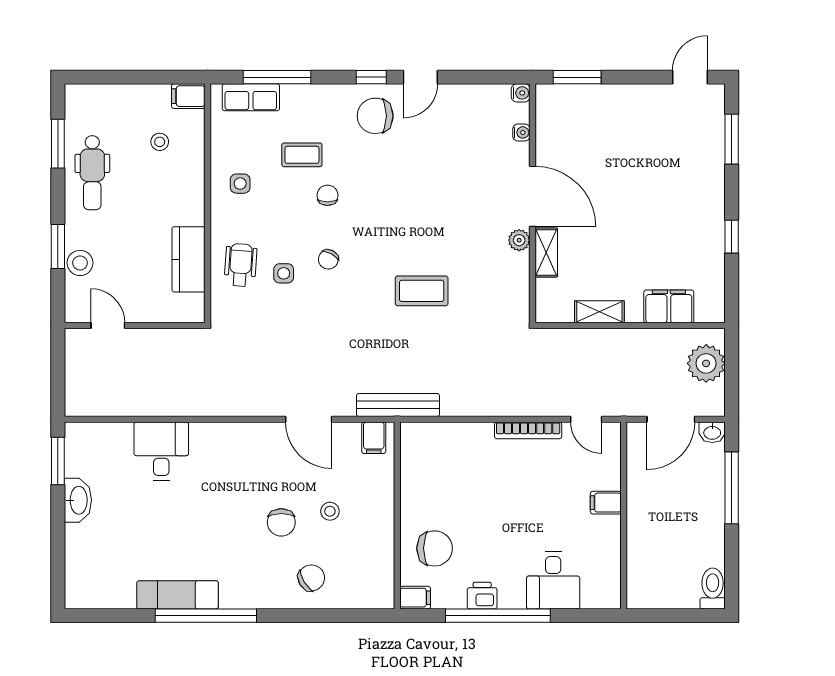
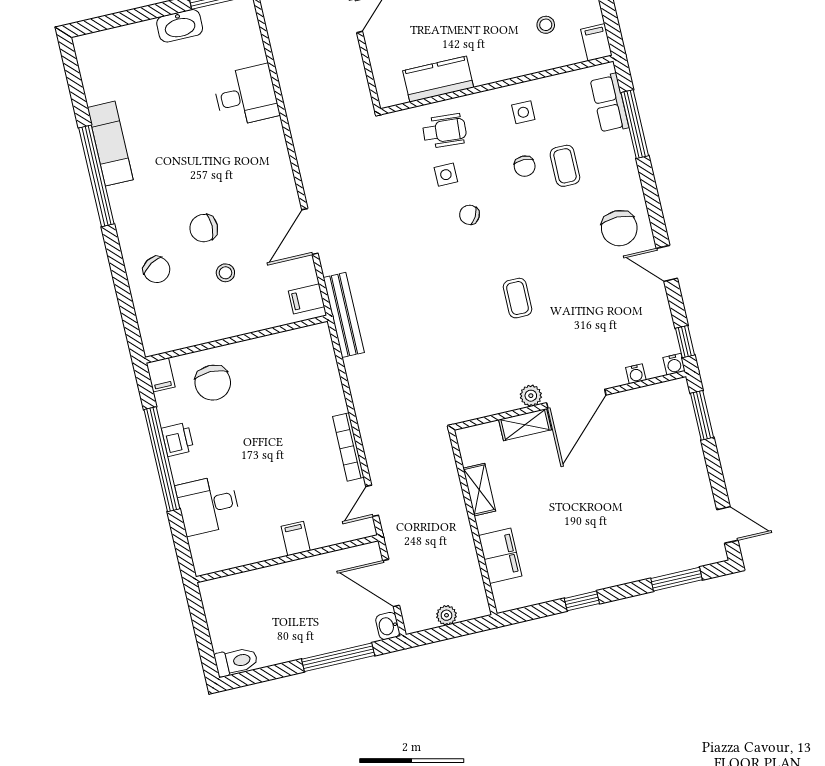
window: (371, 77) -> (685, 342), moved
chair: (375, 116) -> (619, 228), turned 180
chair: (327, 195) -> (525, 166), moved, turned 90
coffee table: (422, 291) -> (517, 298), moved, width x0.73, depth x0.77
plant: (706, 363) -> (446, 615), width x0.53, depth x0.53

